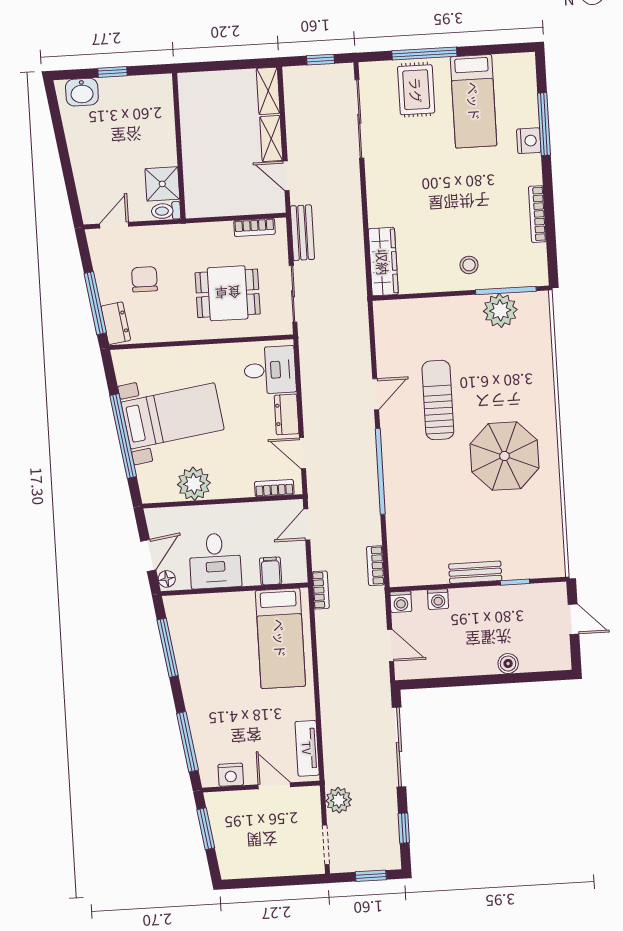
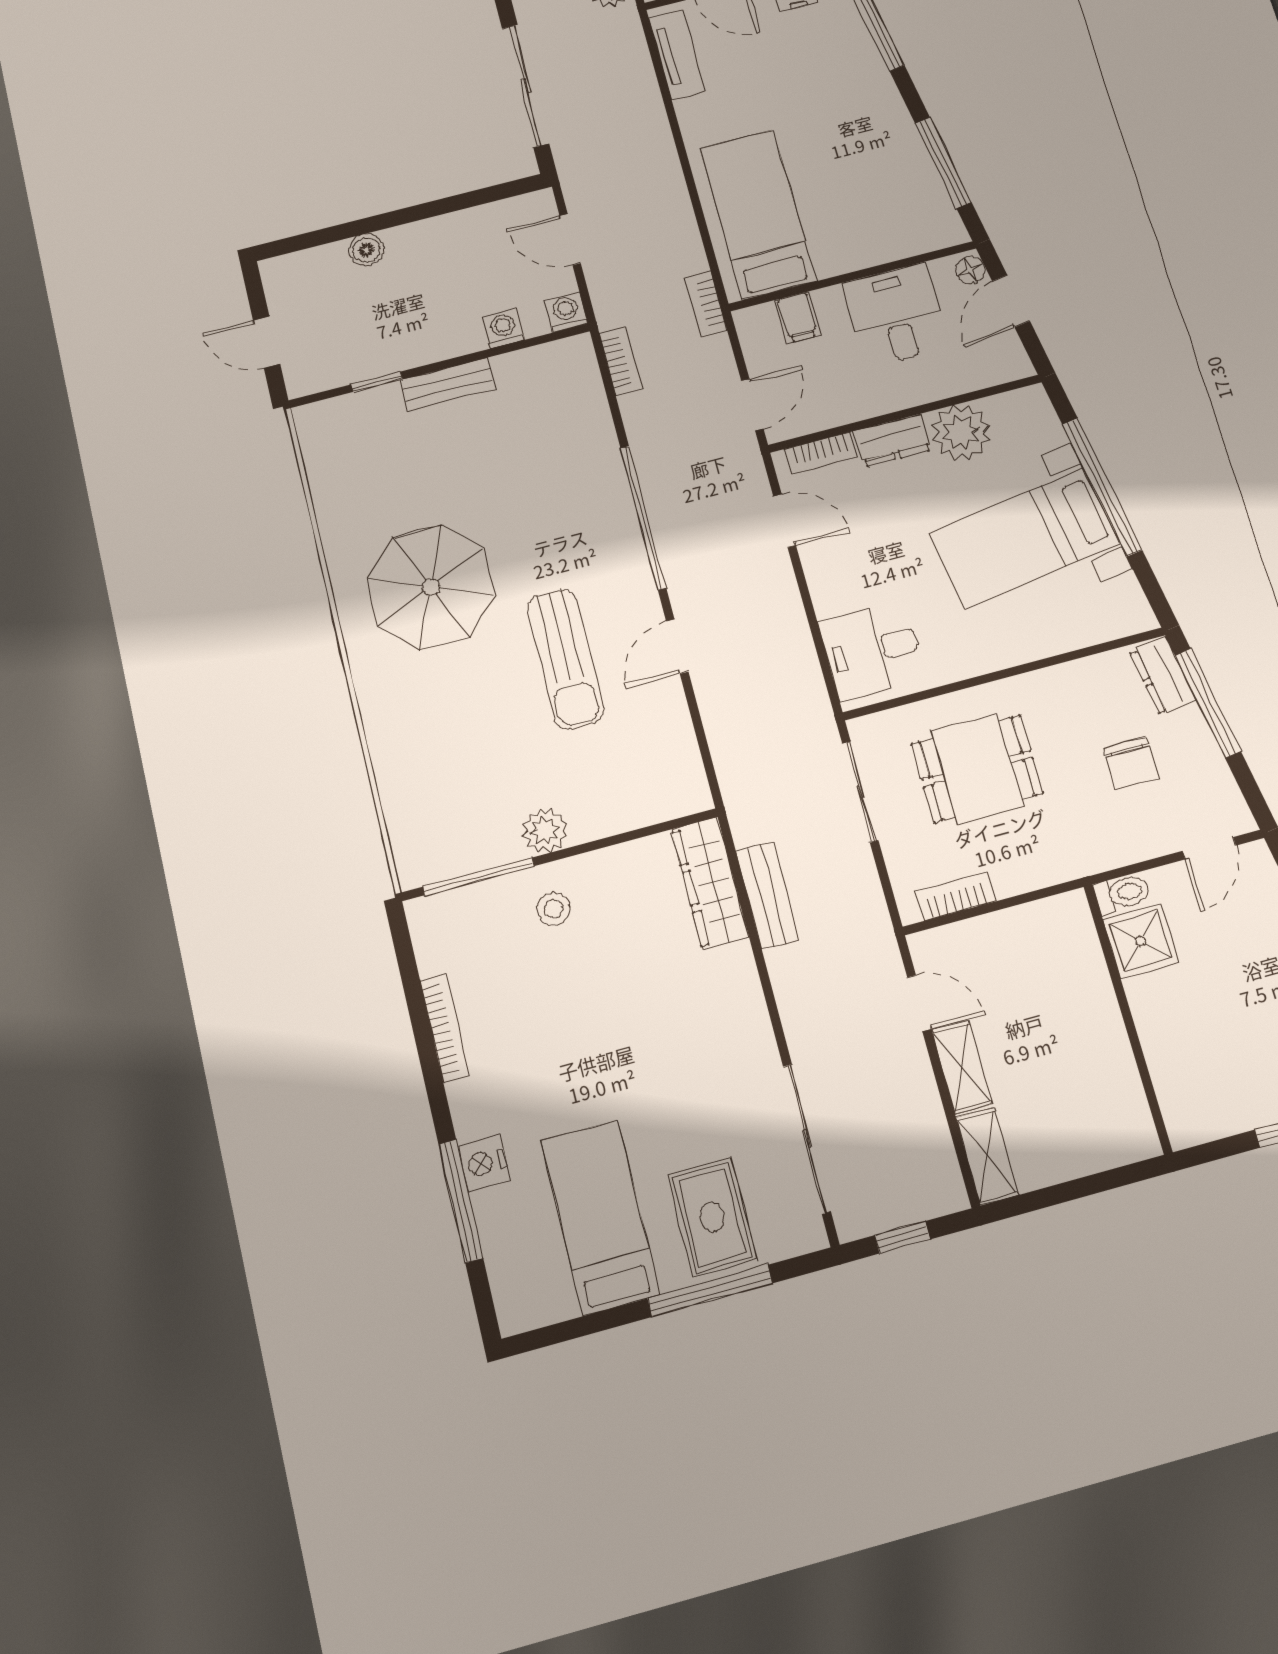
bench: (302, 233) -> (767, 895), moved
plant: (500, 310) -> (545, 830), moved, width x0.73, depth x0.73
dresser: (287, 414) -> (893, 440), moved, turned 90

